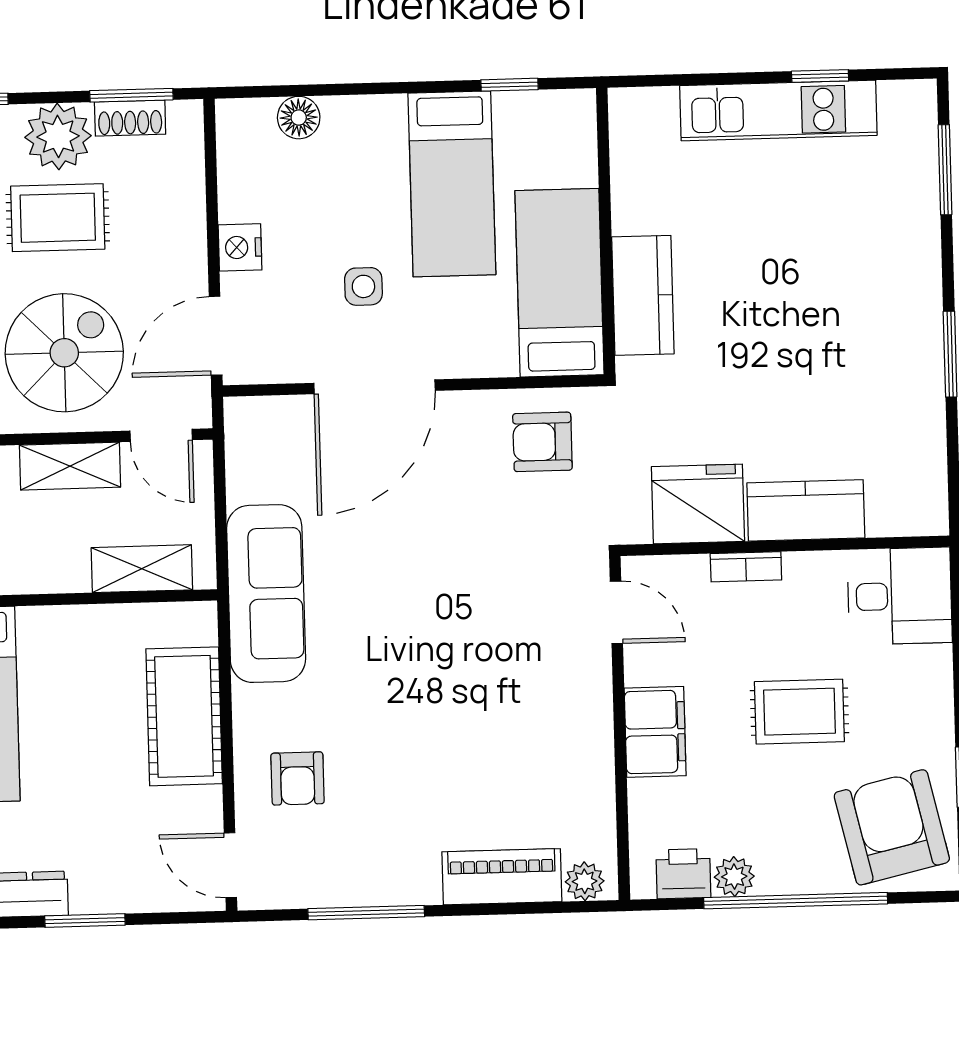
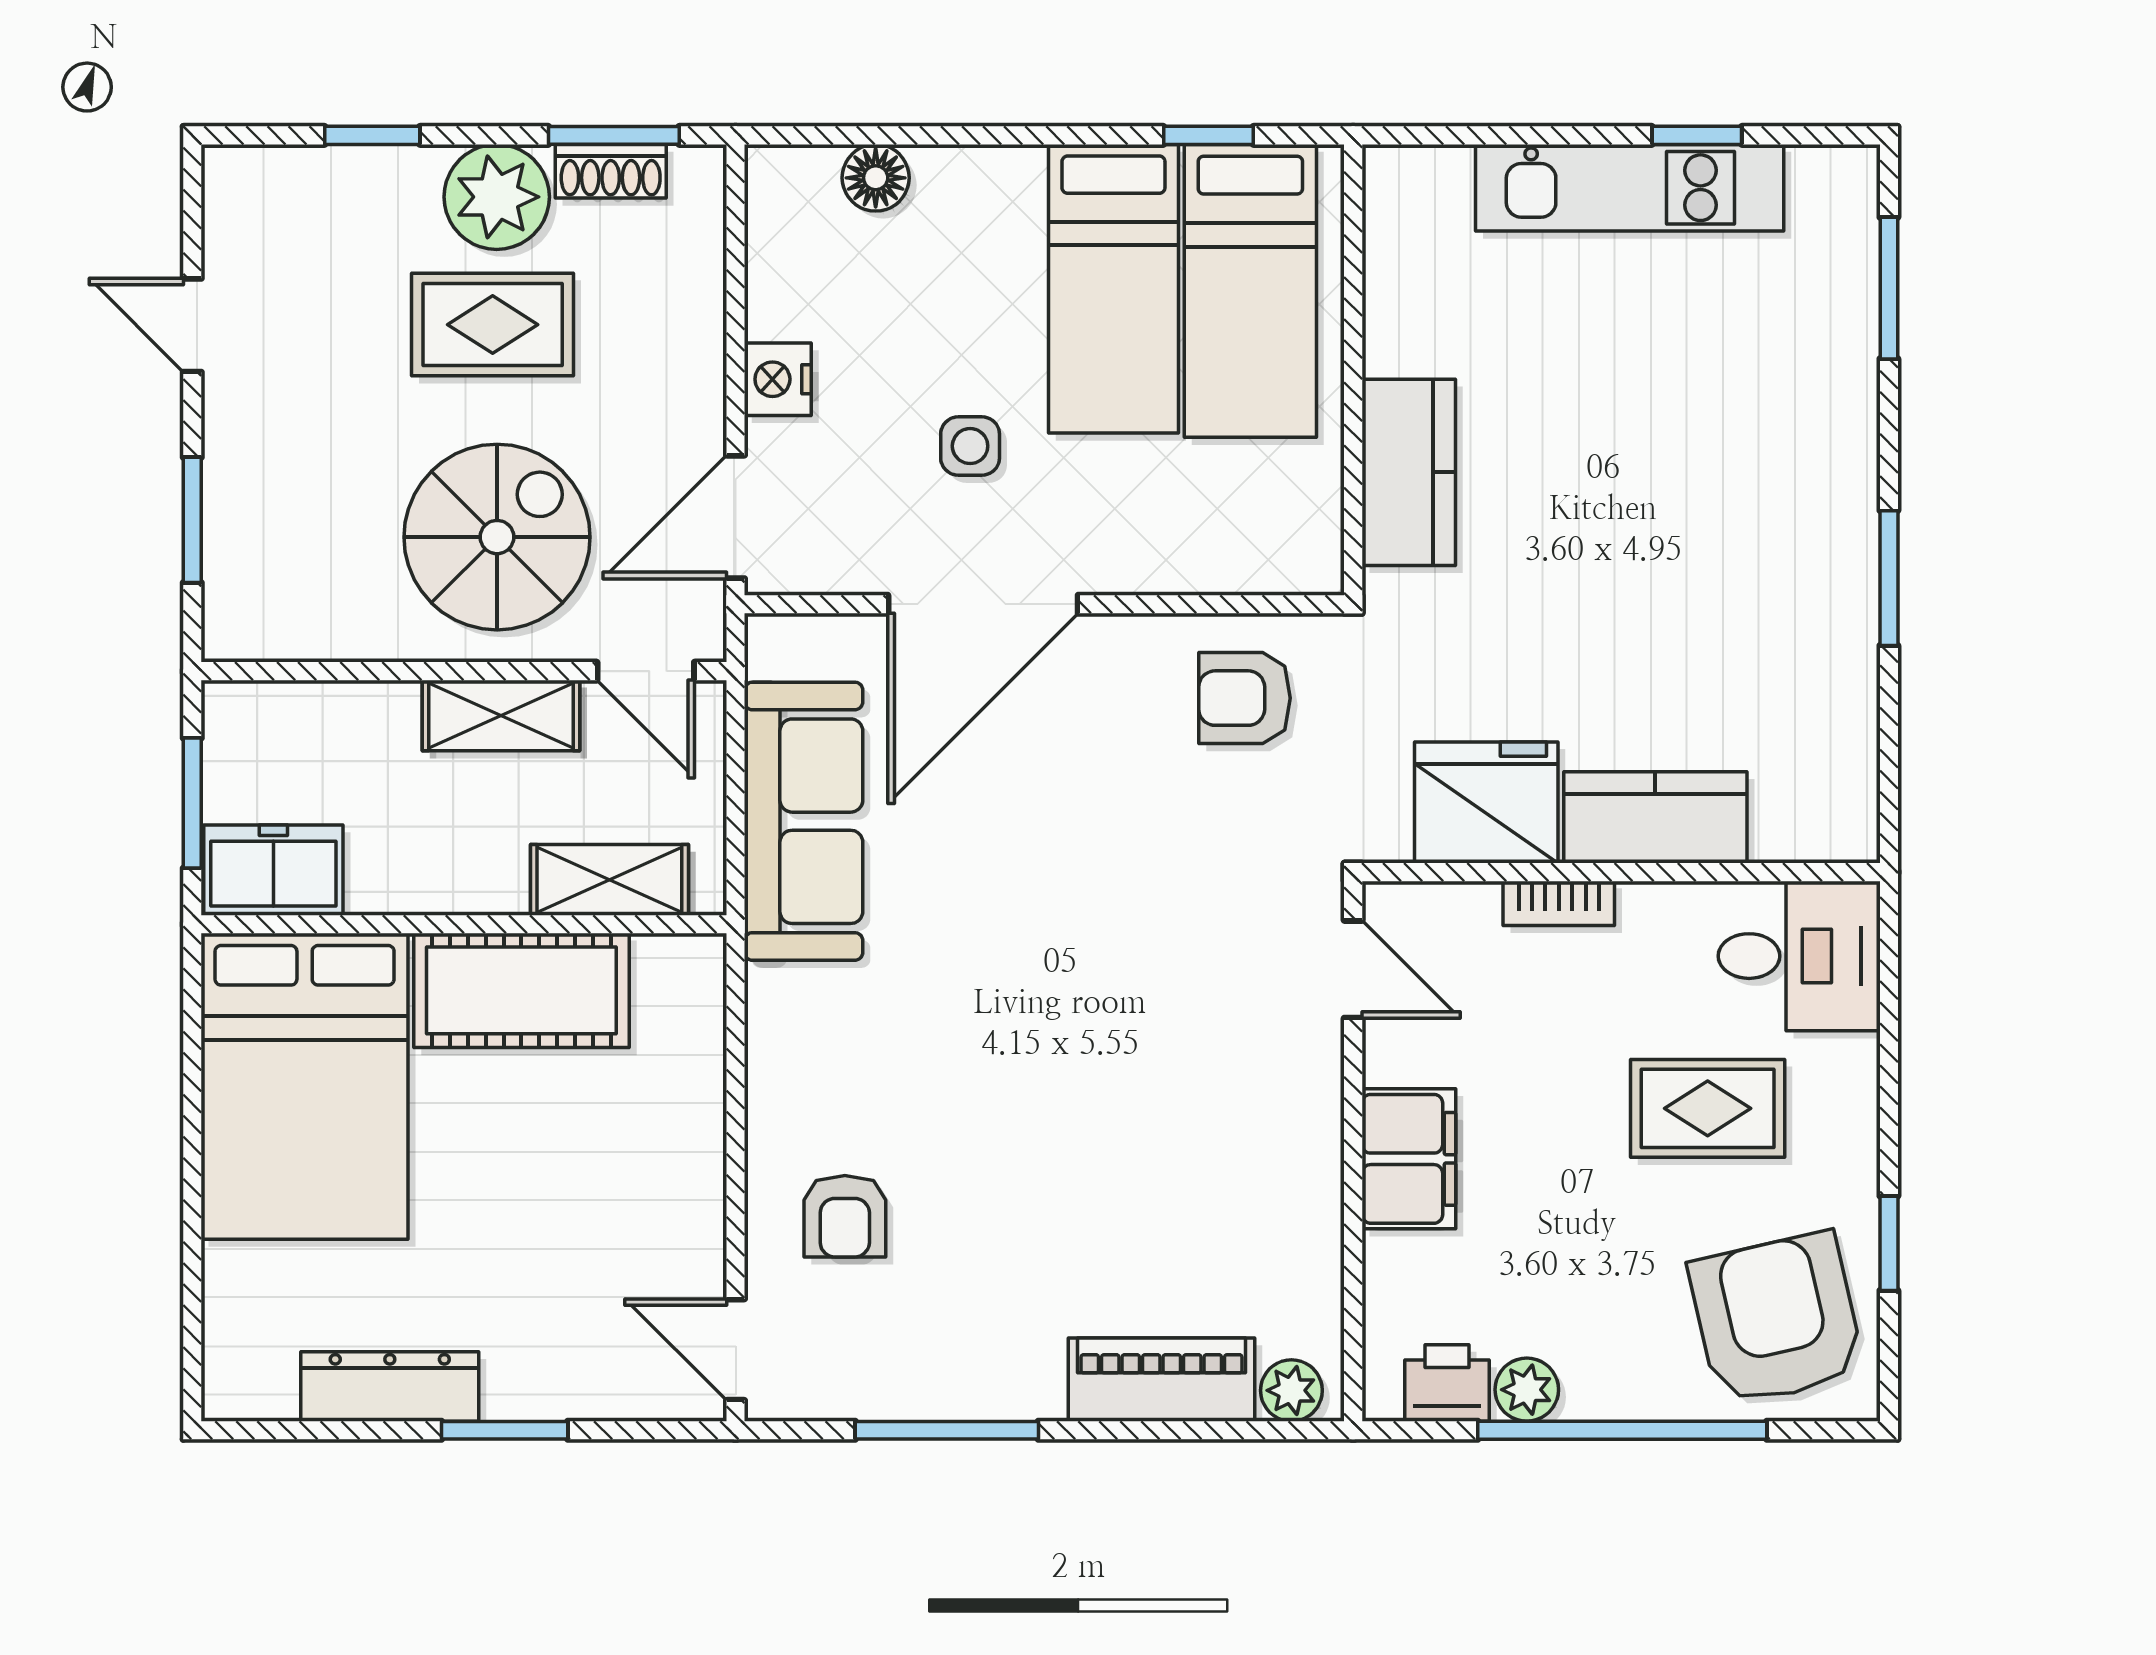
bed: (560, 283) -> (1250, 291), moved, turned 180
sofa: (266, 594) -> (804, 821), moved
rug: (799, 712) -> (1708, 1108), moved
cot: (184, 716) -> (521, 990), moved, turned 90

